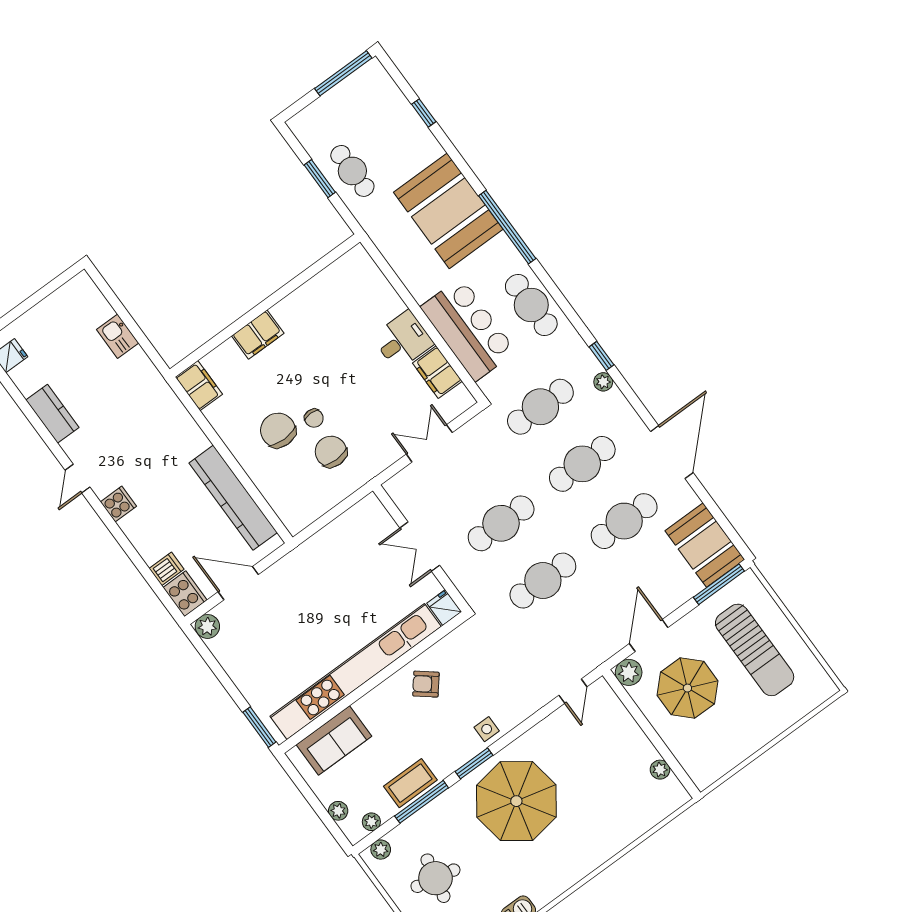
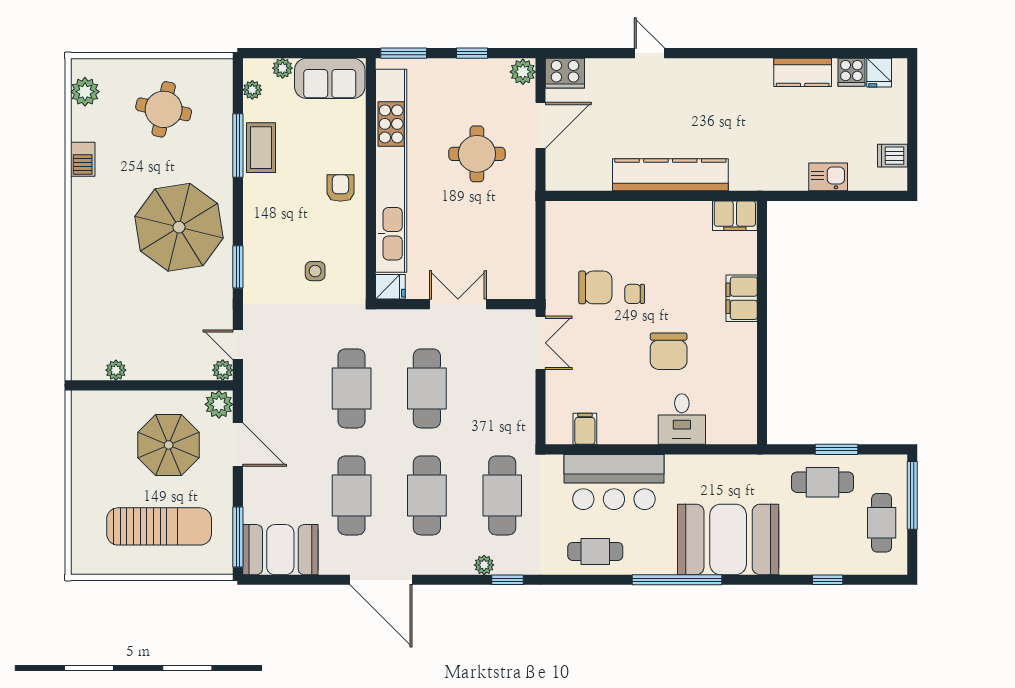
window: (343, 73) -> (912, 495), moved
cafe table: (350, 104) -> (882, 523), added
cafe table: (531, 305) -> (595, 551), width x0.73, depth x0.74
desk: (403, 340) -> (682, 419), moved
filing cabinet: (437, 372) -> (585, 429), width x0.50
chair: (278, 430) -> (669, 351), moved, turned 90
double door: (429, 443) -> (541, 343), moved
door: (77, 479) -> (649, 53), moved
kitchen counter: (233, 498) -> (670, 175), moved
cooker: (118, 504) -> (851, 72), moved
dishwasher: (167, 569) -> (892, 156), moved, turned 90
round table: (295, 616) -> (477, 154), added
sun lounger: (755, 650) -> (159, 526), turned 180
window: (222, 675) -> (472, 53), added
armchair: (426, 684) -> (340, 188), moved, turned -39
side table: (487, 729) -> (315, 271), moved
sofa: (334, 740) -> (330, 78), moved, turned -90
window: (474, 763) -> (238, 267), moved
plant: (381, 850) -> (223, 370), moved

